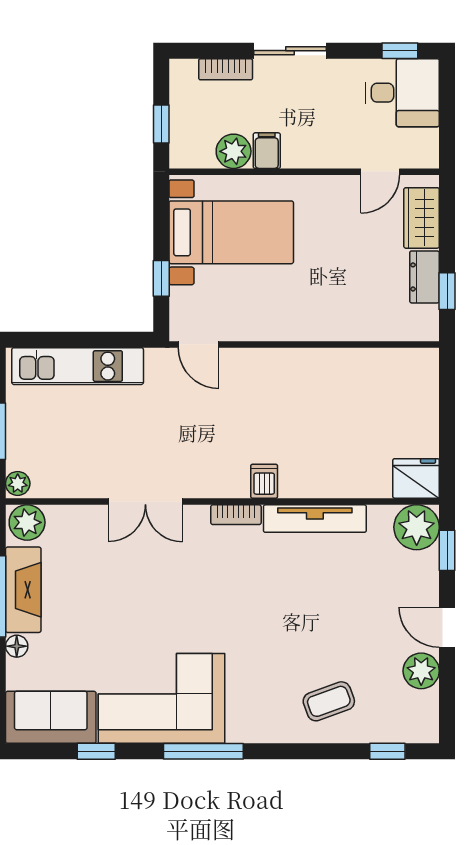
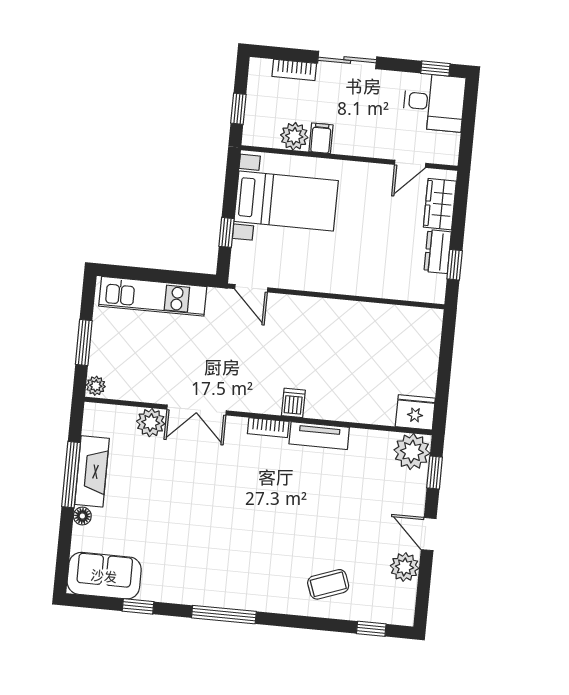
tv unit: (315, 519) -> (319, 436), width x0.71
plant: (27, 522) -> (151, 423), moved
corner sofa: (162, 698) -> (194, 569), removed

